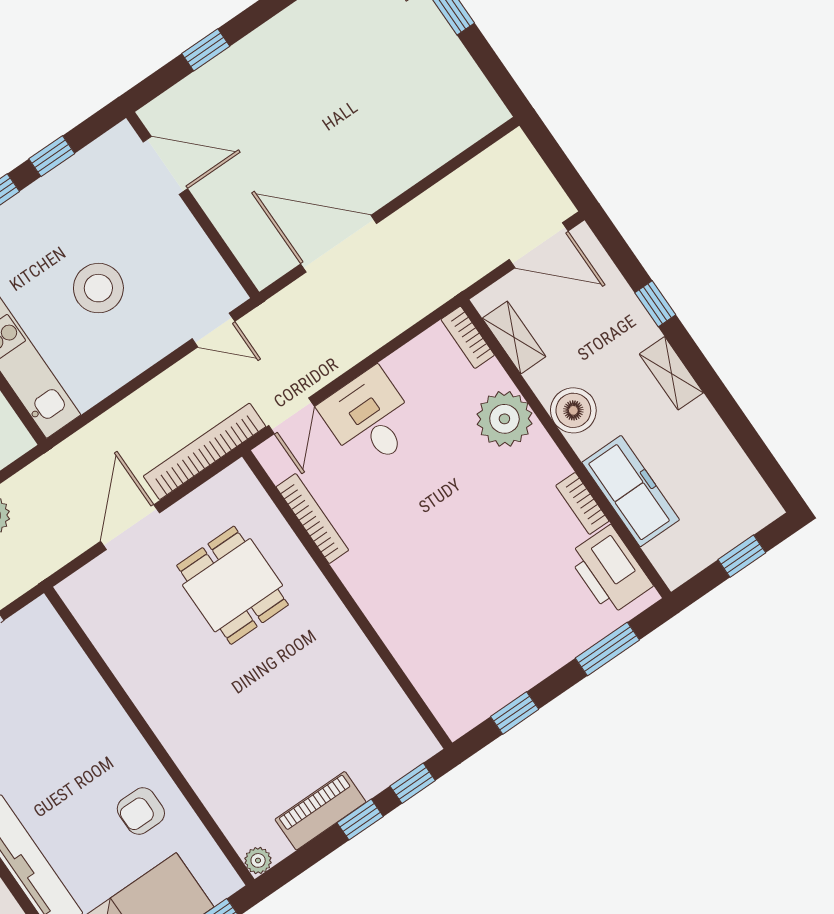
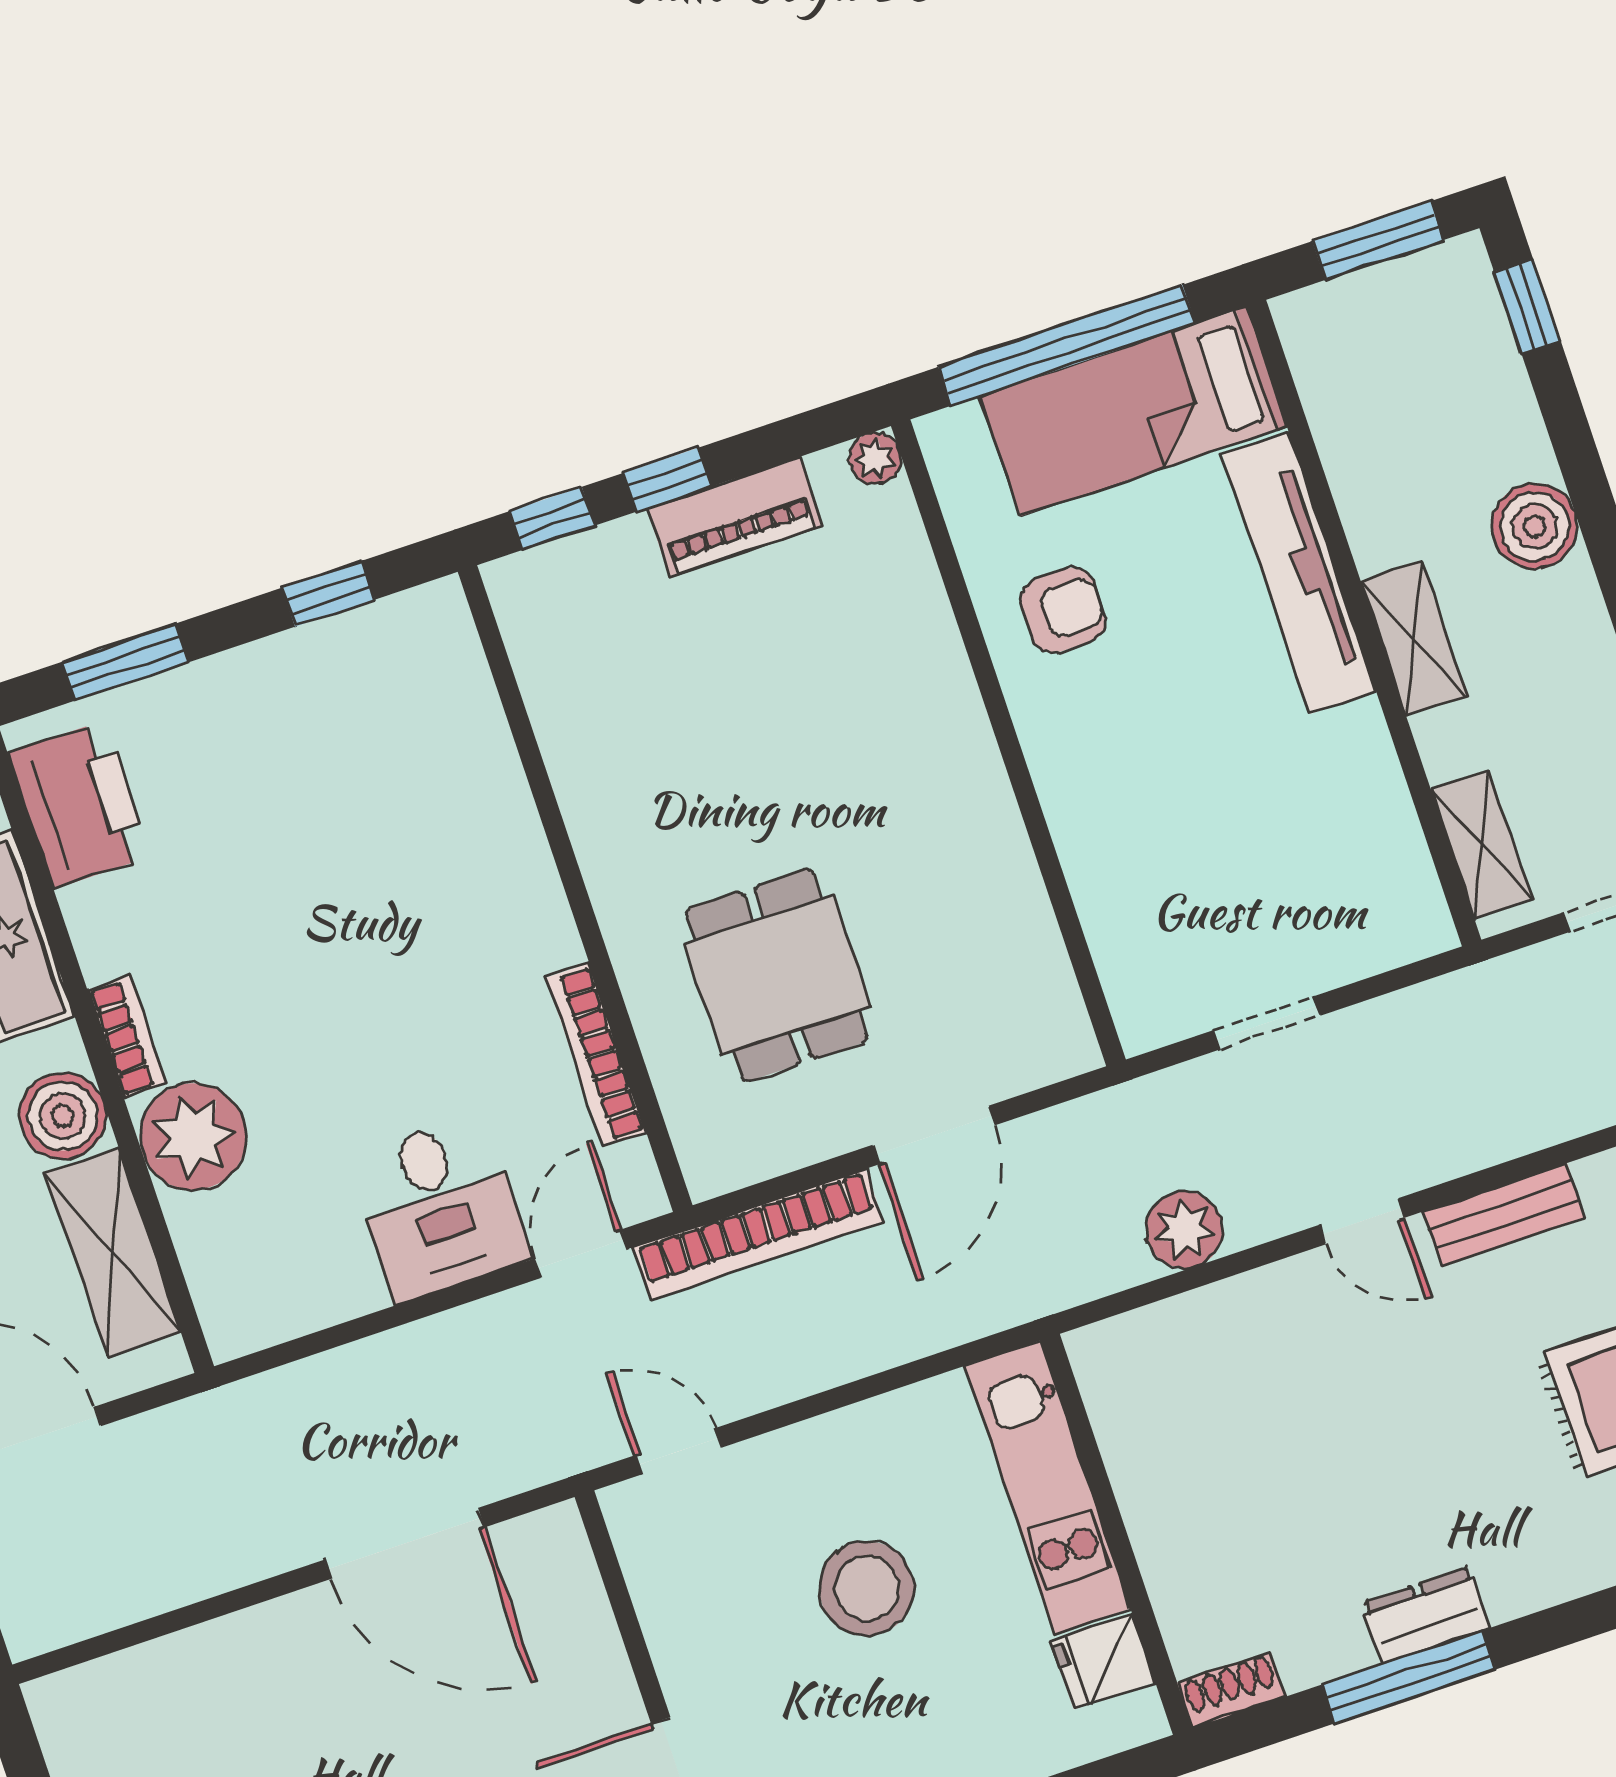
bookcase: (468, 337) -> (218, 1305), removed
shelving: (514, 337) -> (113, 1253), width x1.50, depth x1.33
bookcase: (582, 503) -> (127, 1037), moved

